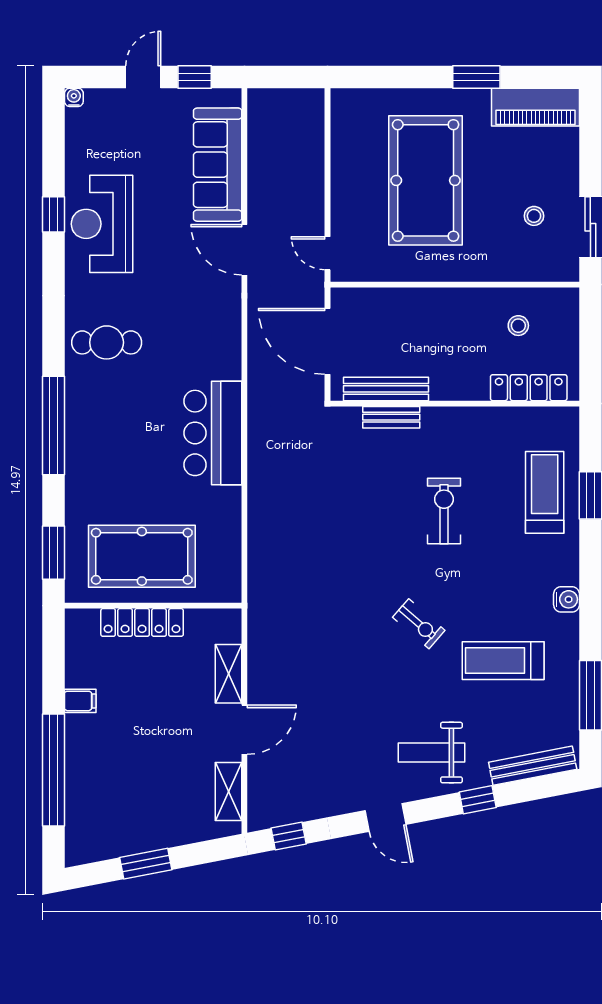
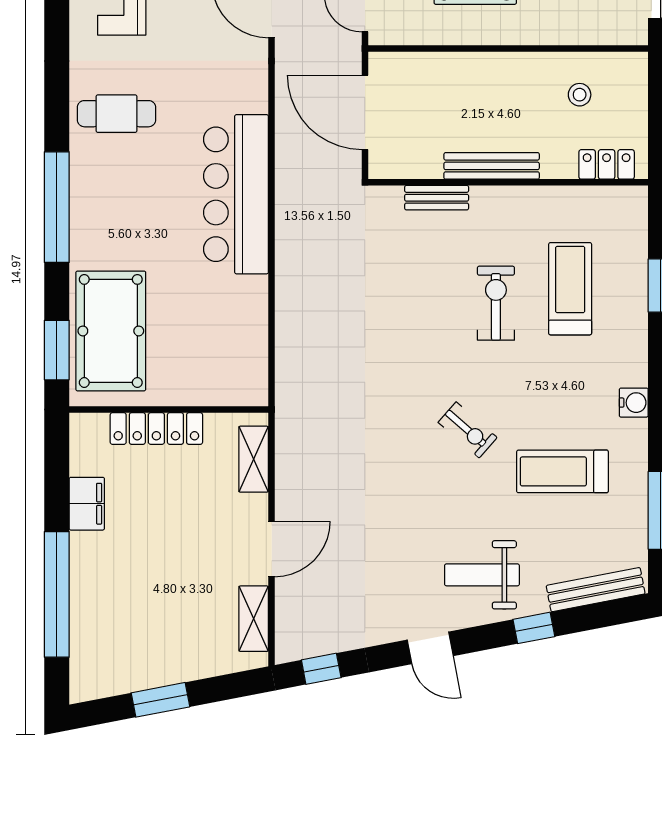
locker: (529, 388) -> (607, 164), width x0.66
bench: (386, 389) -> (492, 166), moved
bar counter: (213, 433) -> (236, 194), width x1.36
treadmill: (545, 492) -> (570, 289), moved
pool table: (142, 556) -> (111, 331), moved, turned 90
shelving: (229, 674) -> (254, 459), moved
filing cabinet: (80, 701) -> (87, 504), width x2.00

